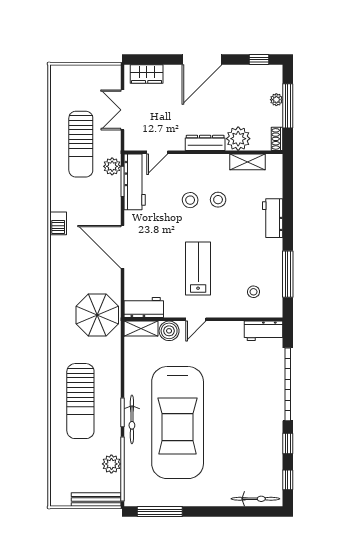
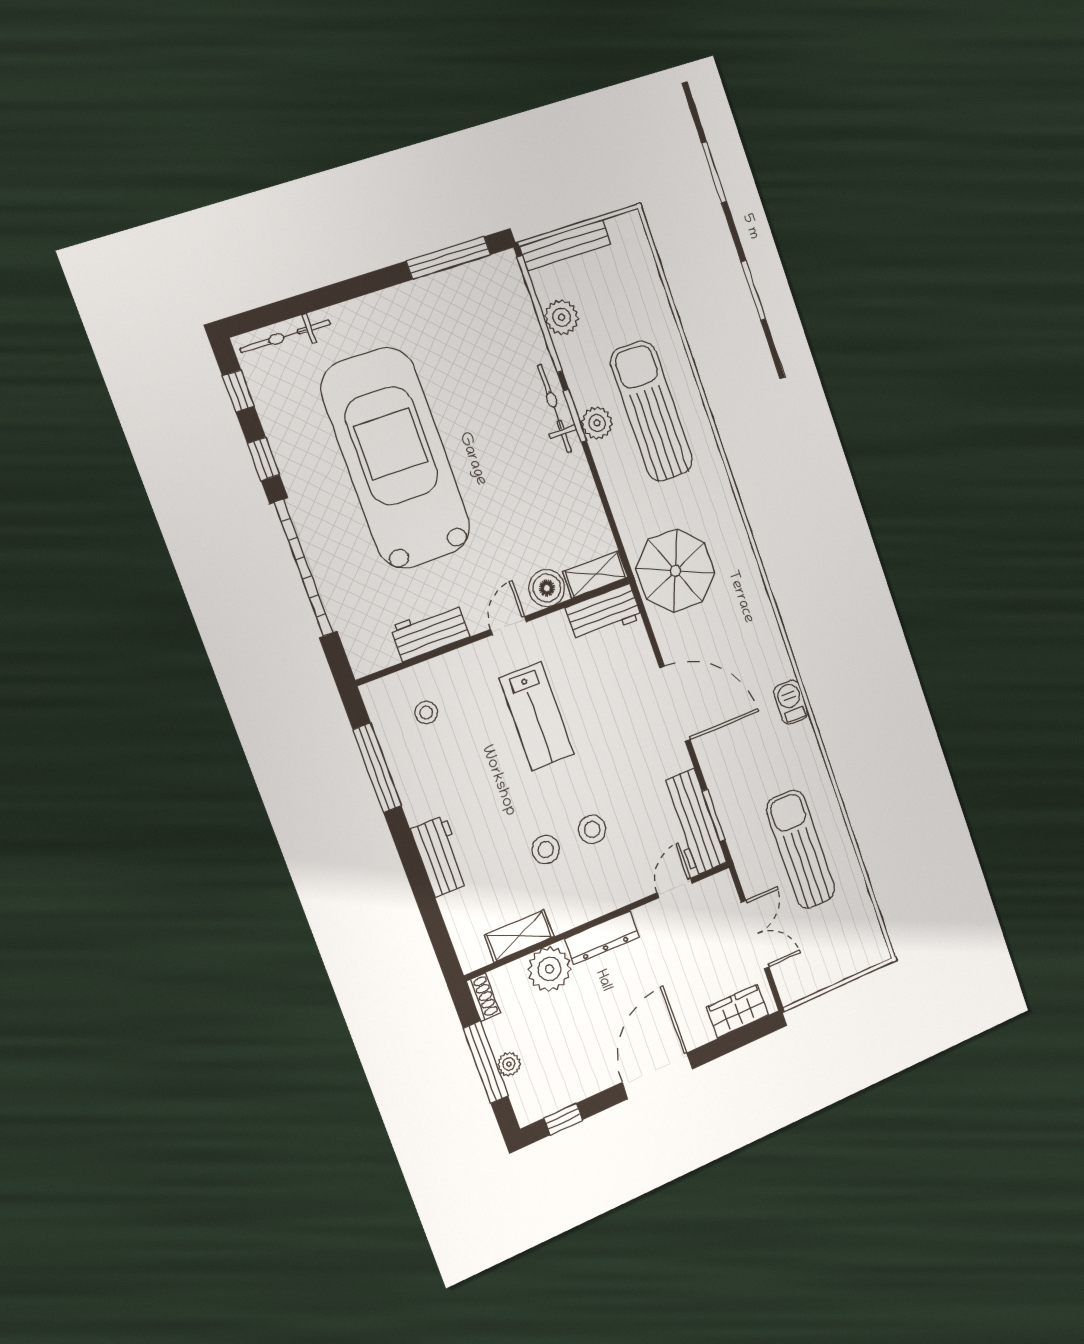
plant: (112, 166) -> (597, 423), moved
workbench: (264, 331) -> (430, 632), moved
car: (178, 423) -> (396, 458), moved

